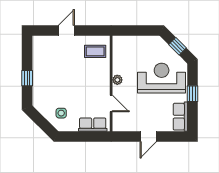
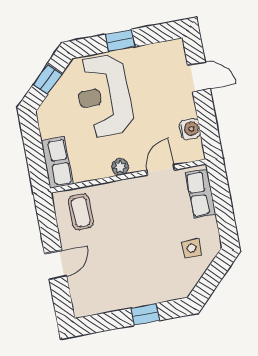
door: (66, 31) -> (56, 265), swing flipped
row of seats: (180, 117) -> (57, 162), moved, turned -90
water cooler: (132, 125) -> (190, 129), added
door: (148, 137) -> (199, 77), moved

